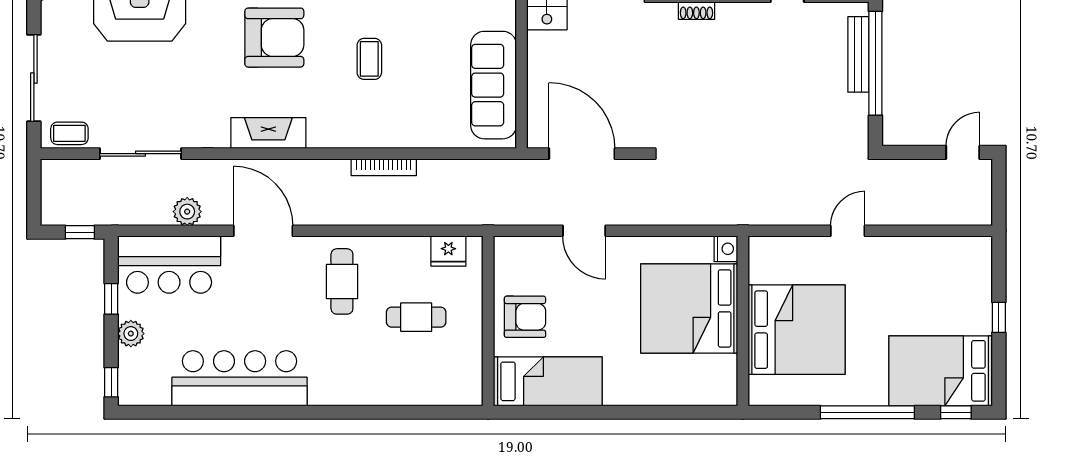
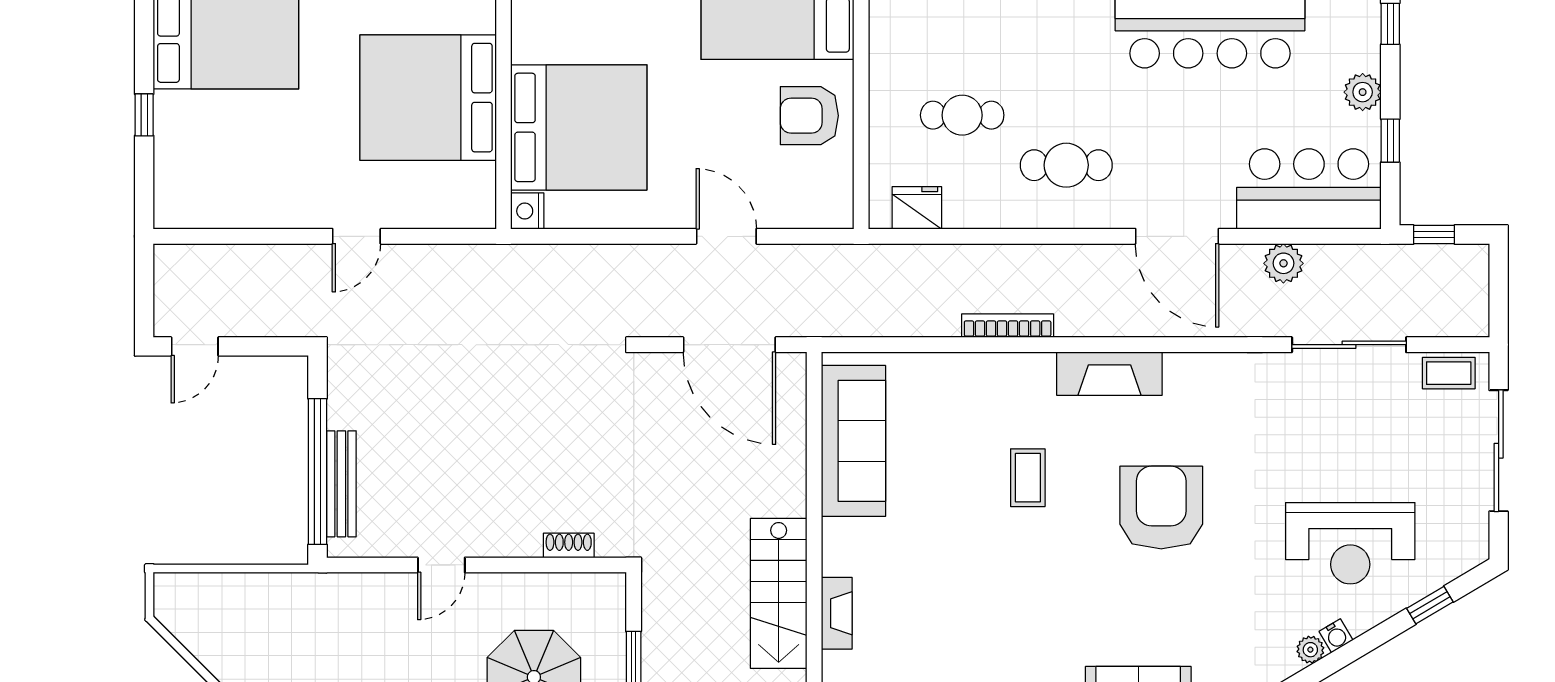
armchair: (274, 38) -> (1161, 508), turned 90
fireplace: (268, 133) -> (1109, 374), moved
cafe table: (342, 281) -> (1066, 165), turned 90

